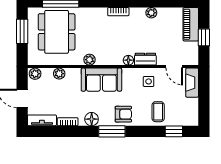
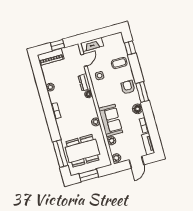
sofa: (101, 80) -> (111, 120), moved

